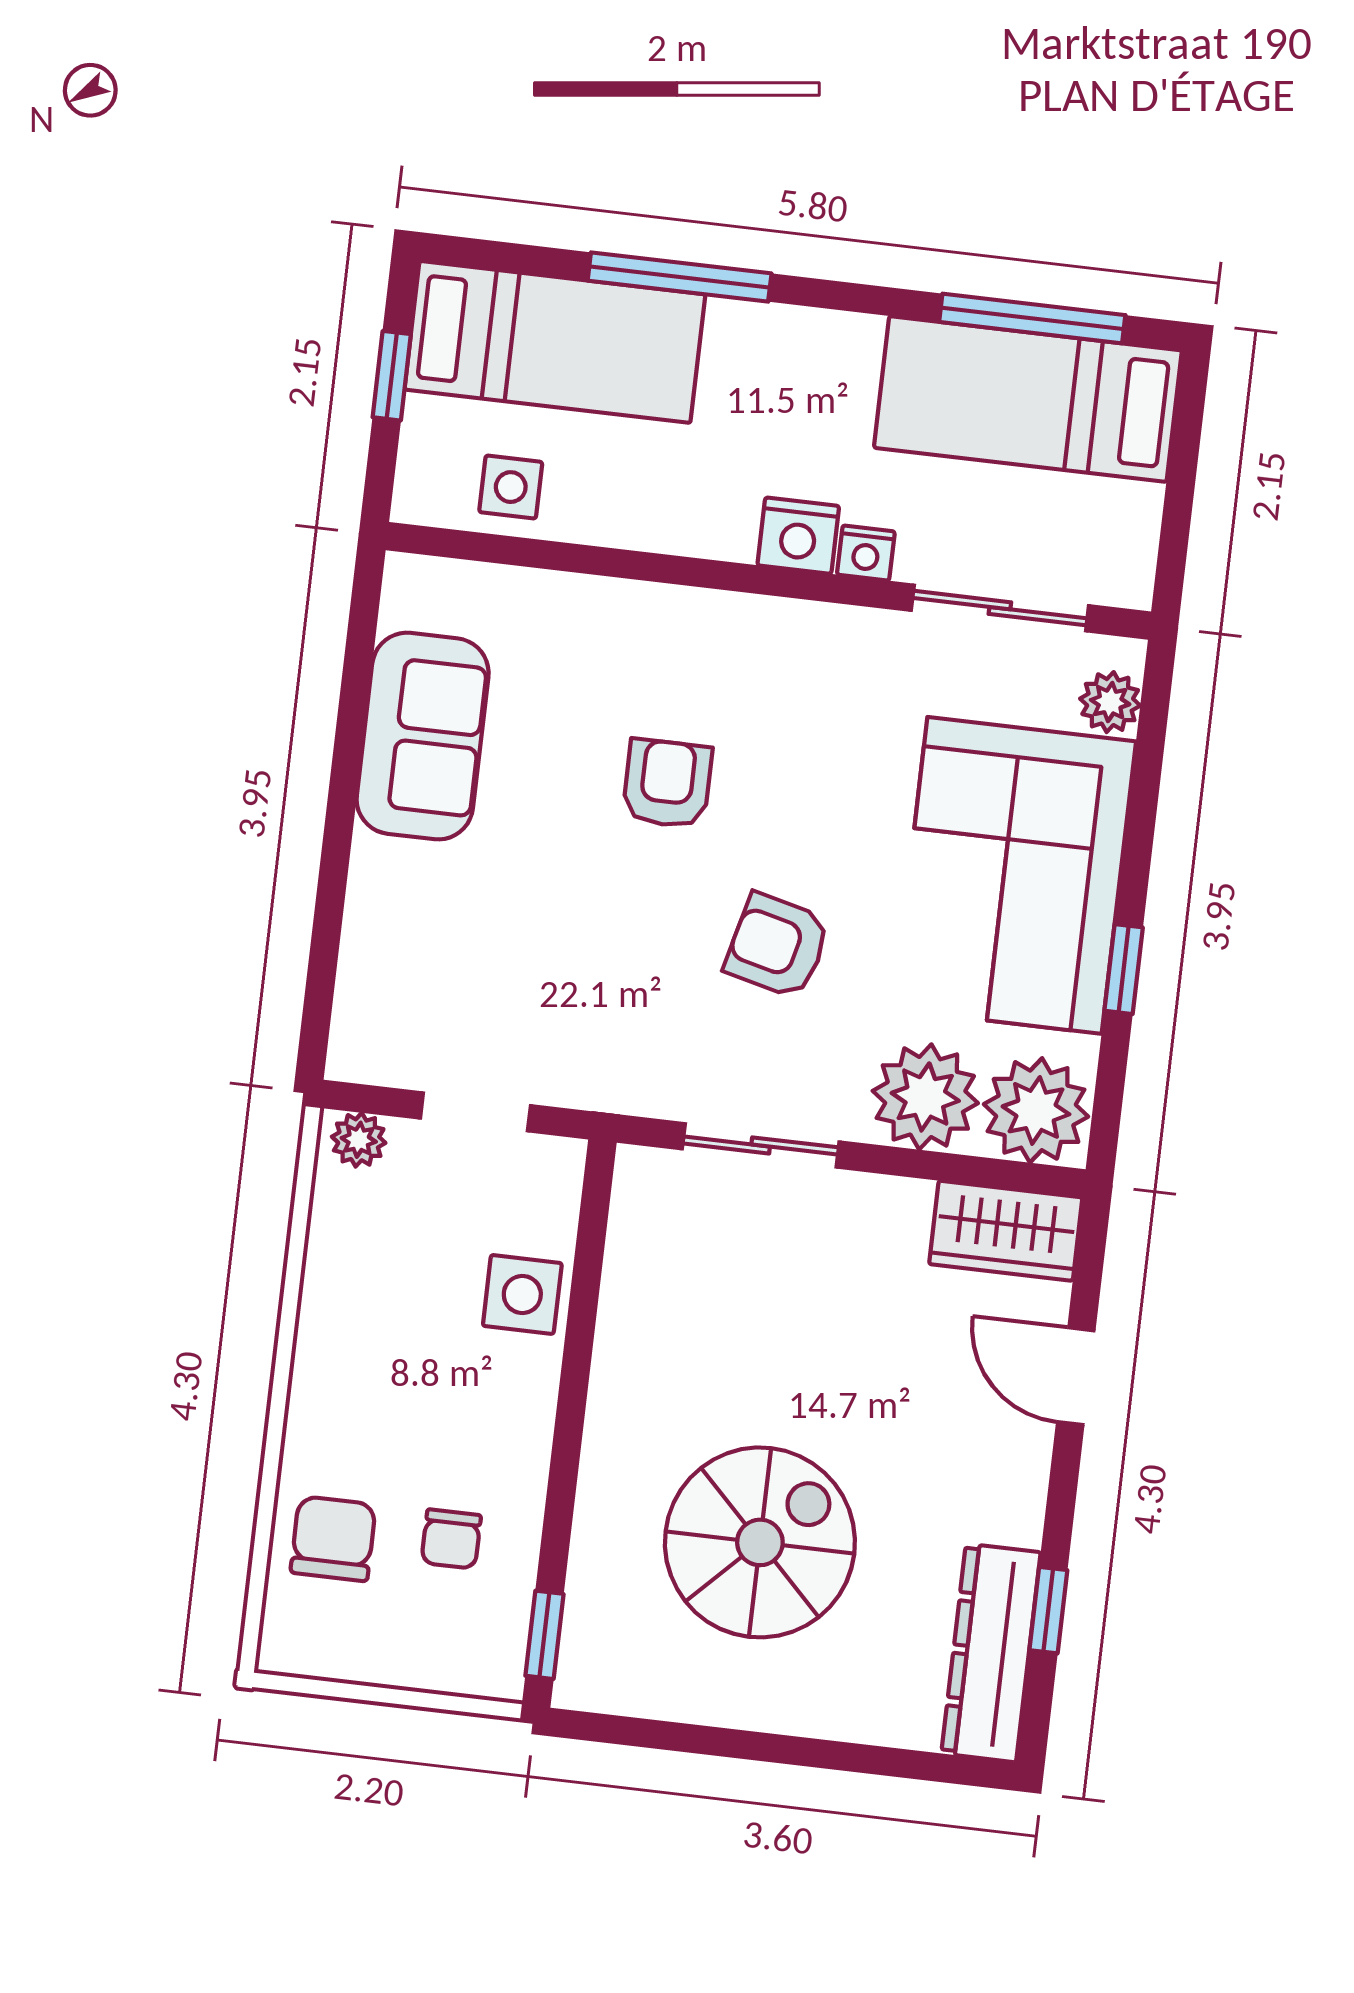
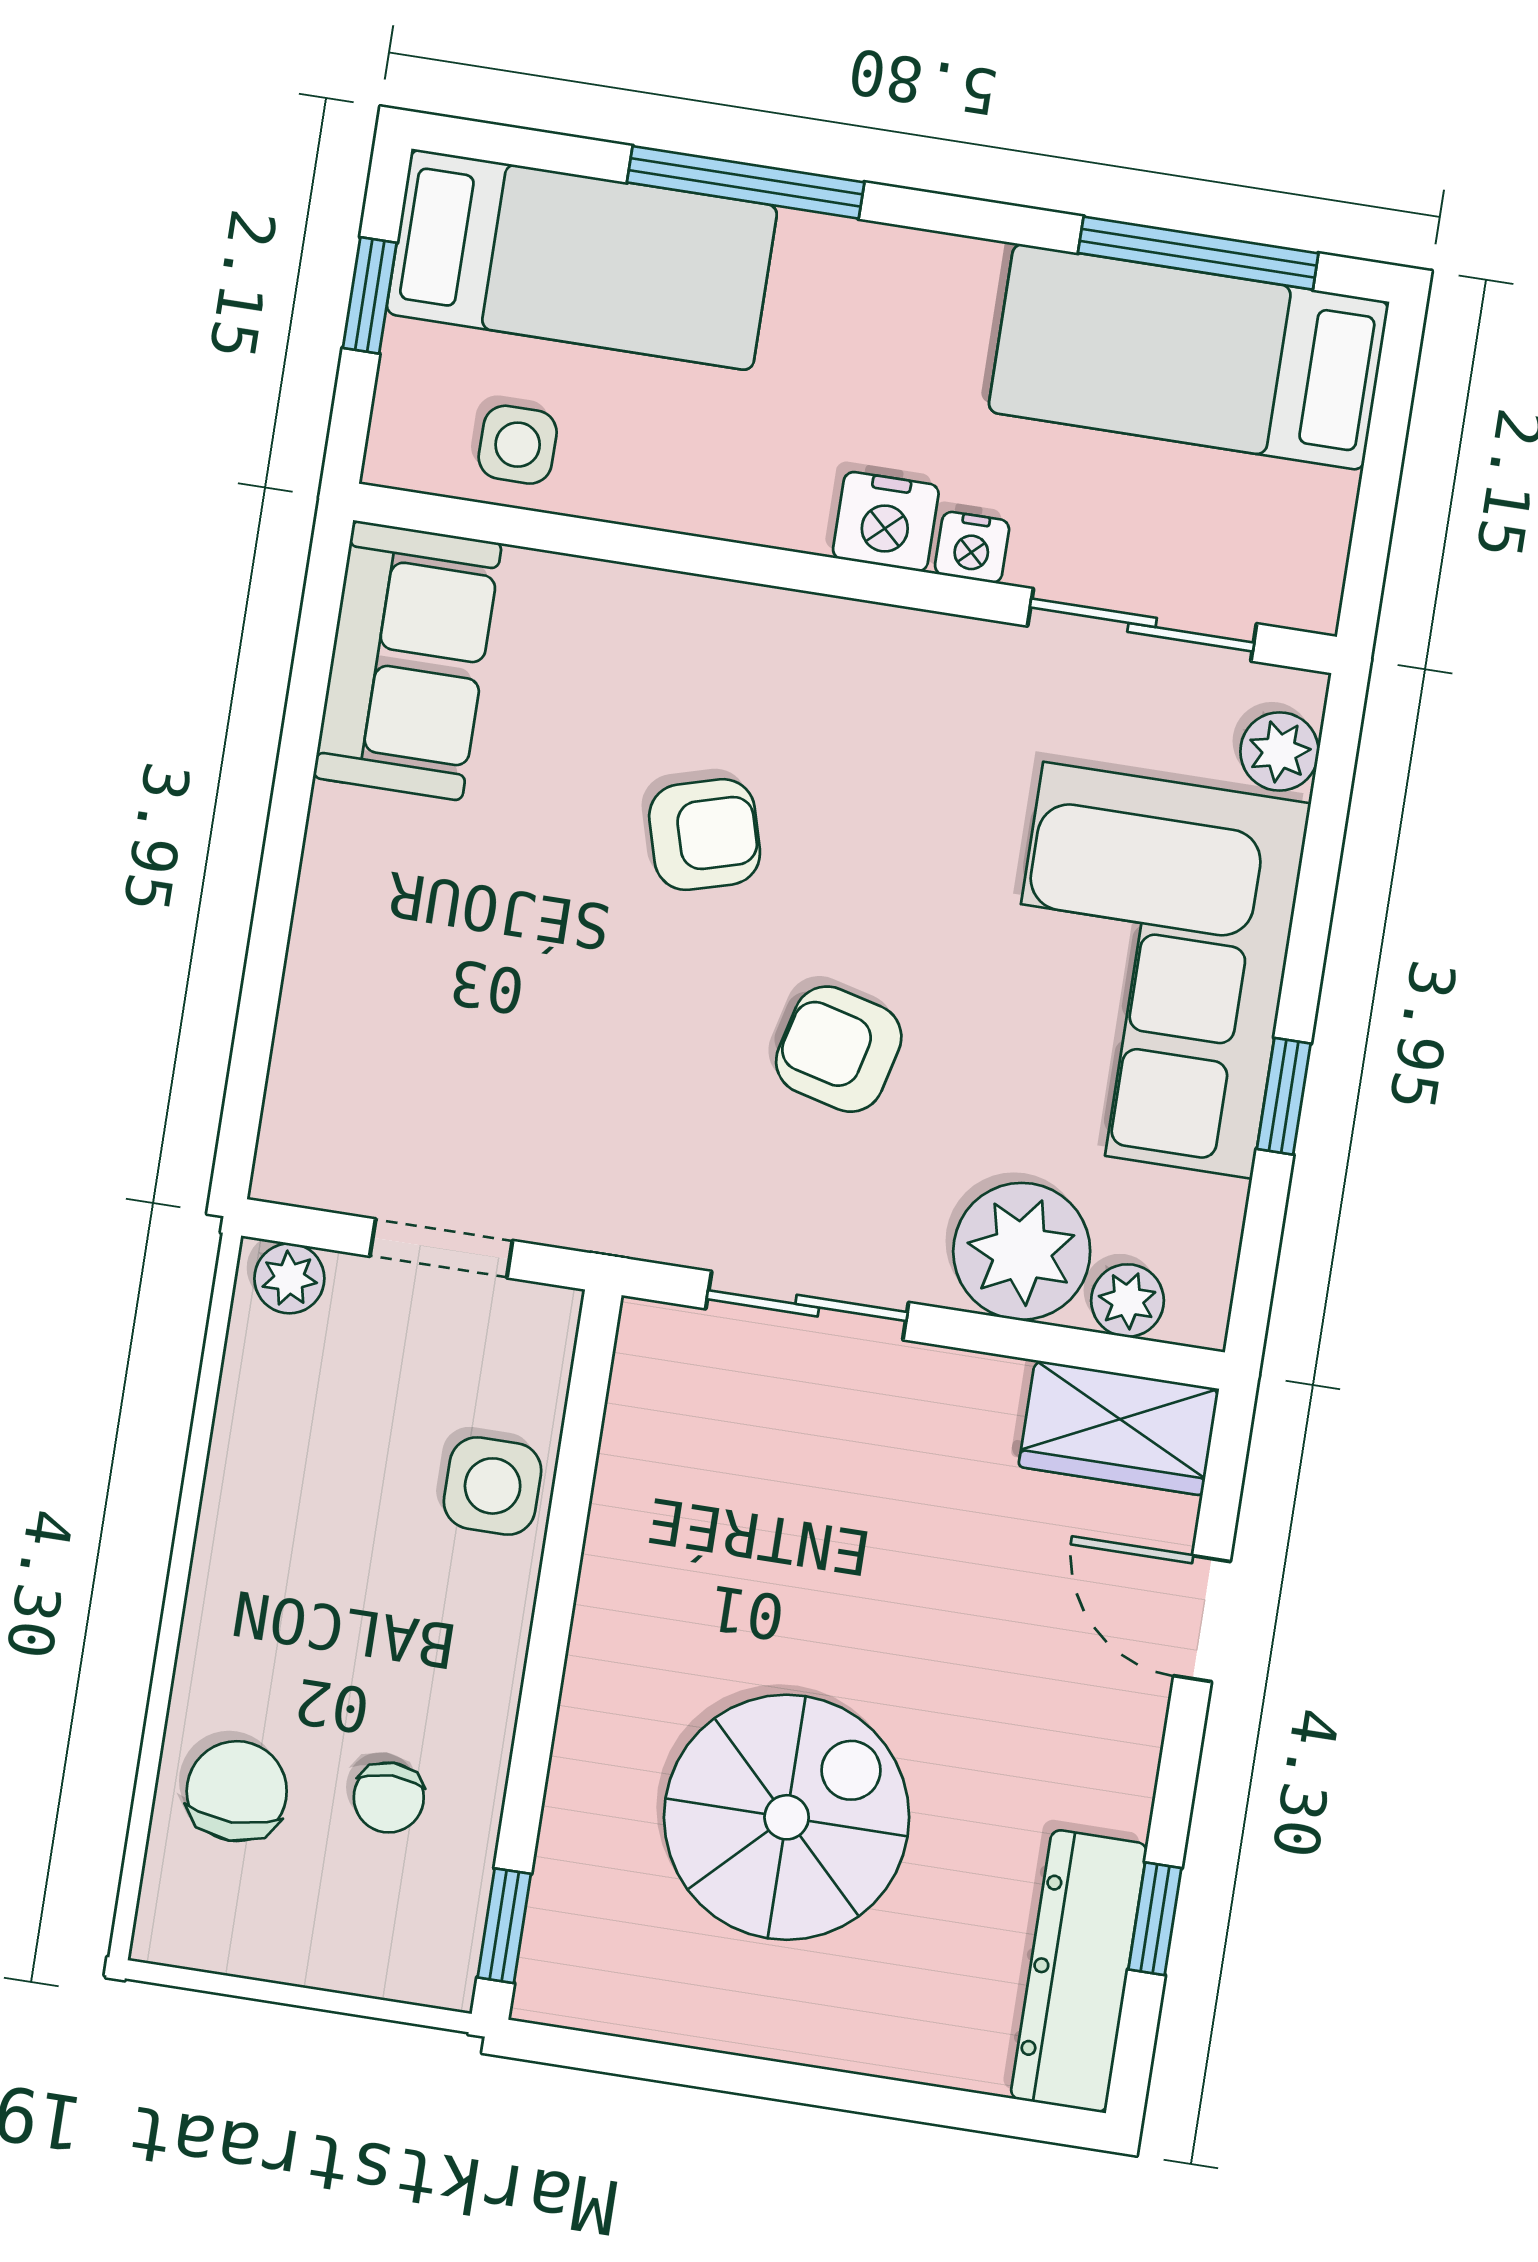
sofa: (423, 736) -> (407, 660), moved
armchair: (667, 784) -> (705, 835), turned 74
plant: (1036, 1110) -> (1127, 1301), width x0.53, depth x0.53

